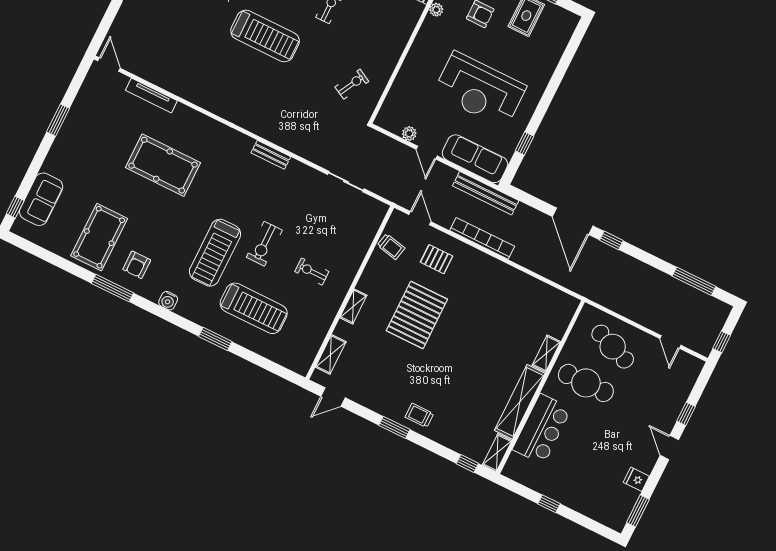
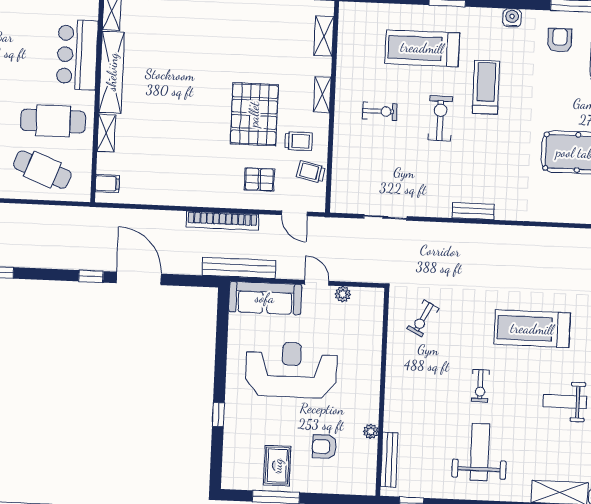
window: (525, 143) -> (218, 414), moved
treadmill: (215, 253) -> (486, 87), width x0.73, depth x0.73
filing cabinet: (564, 311) -> (107, 184), added
trolley: (419, 415) -> (299, 141), moved

